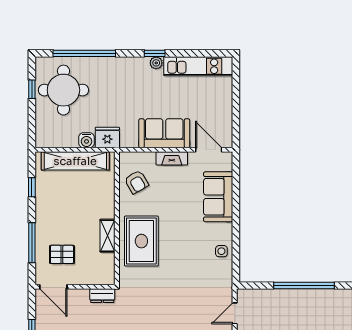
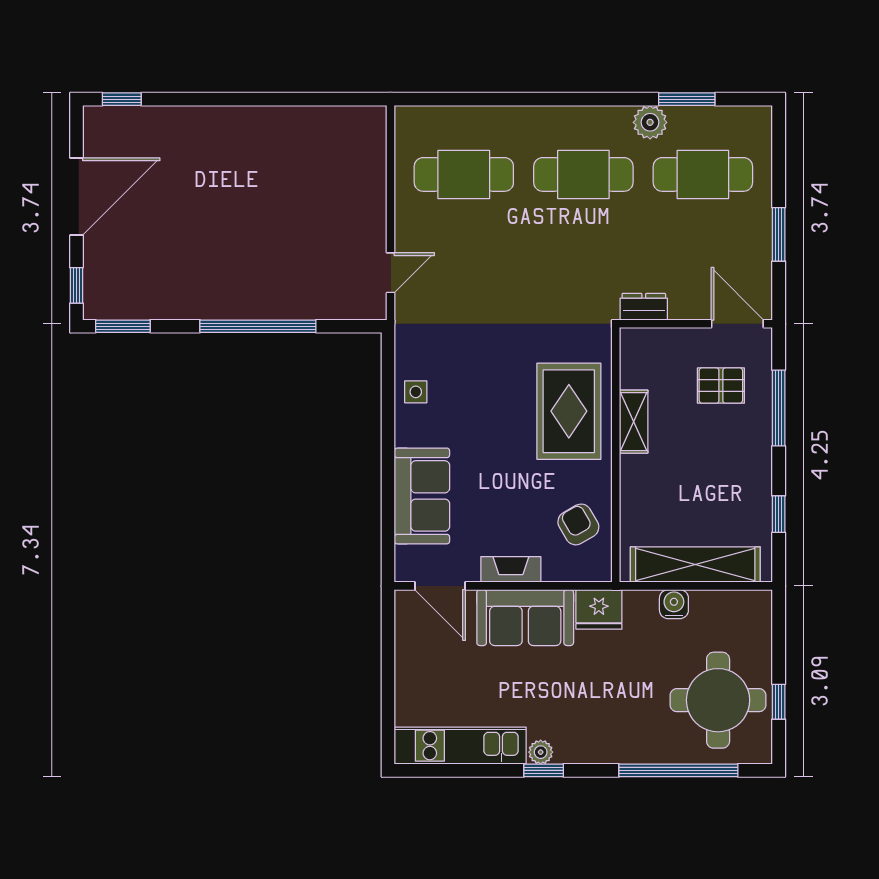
fridge: (107, 137) -> (599, 609), moved

